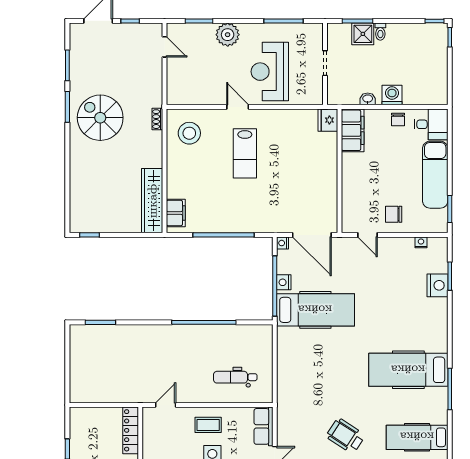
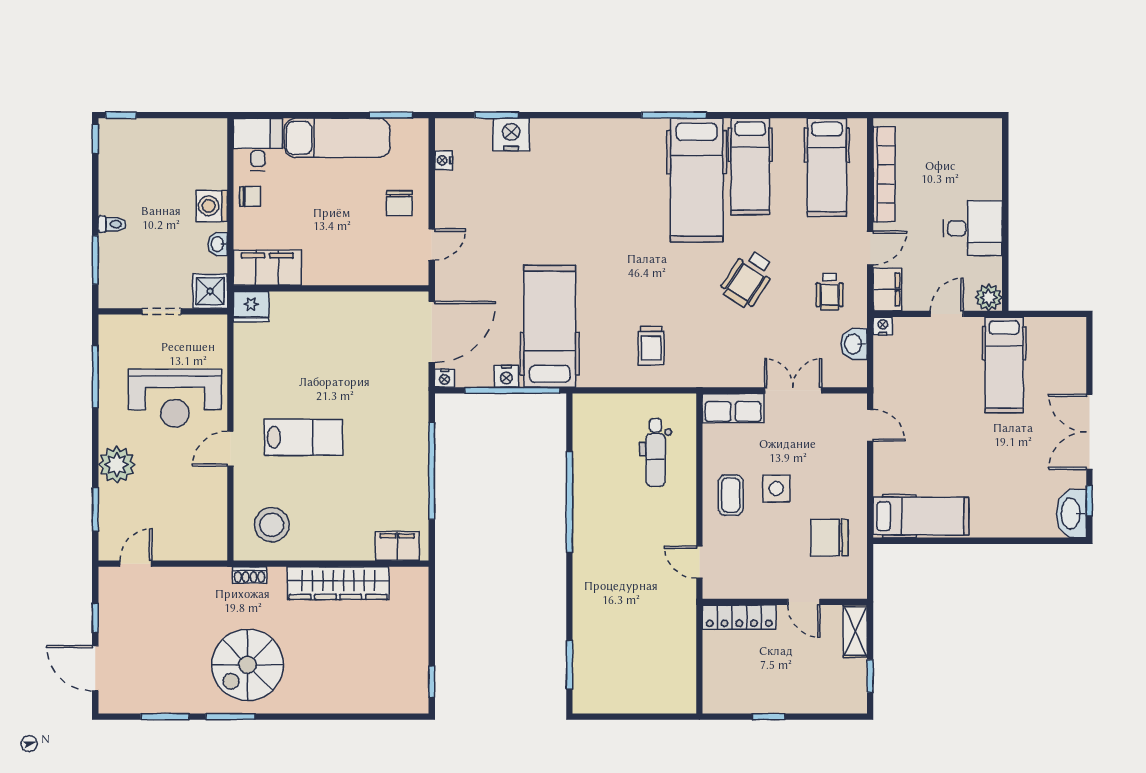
shower: (363, 34) -> (210, 291), moved
wardrobe: (152, 201) -> (338, 583), moved
hospital bed: (408, 370) -> (697, 180), moved
trolley: (303, 374) -> (651, 345), added

